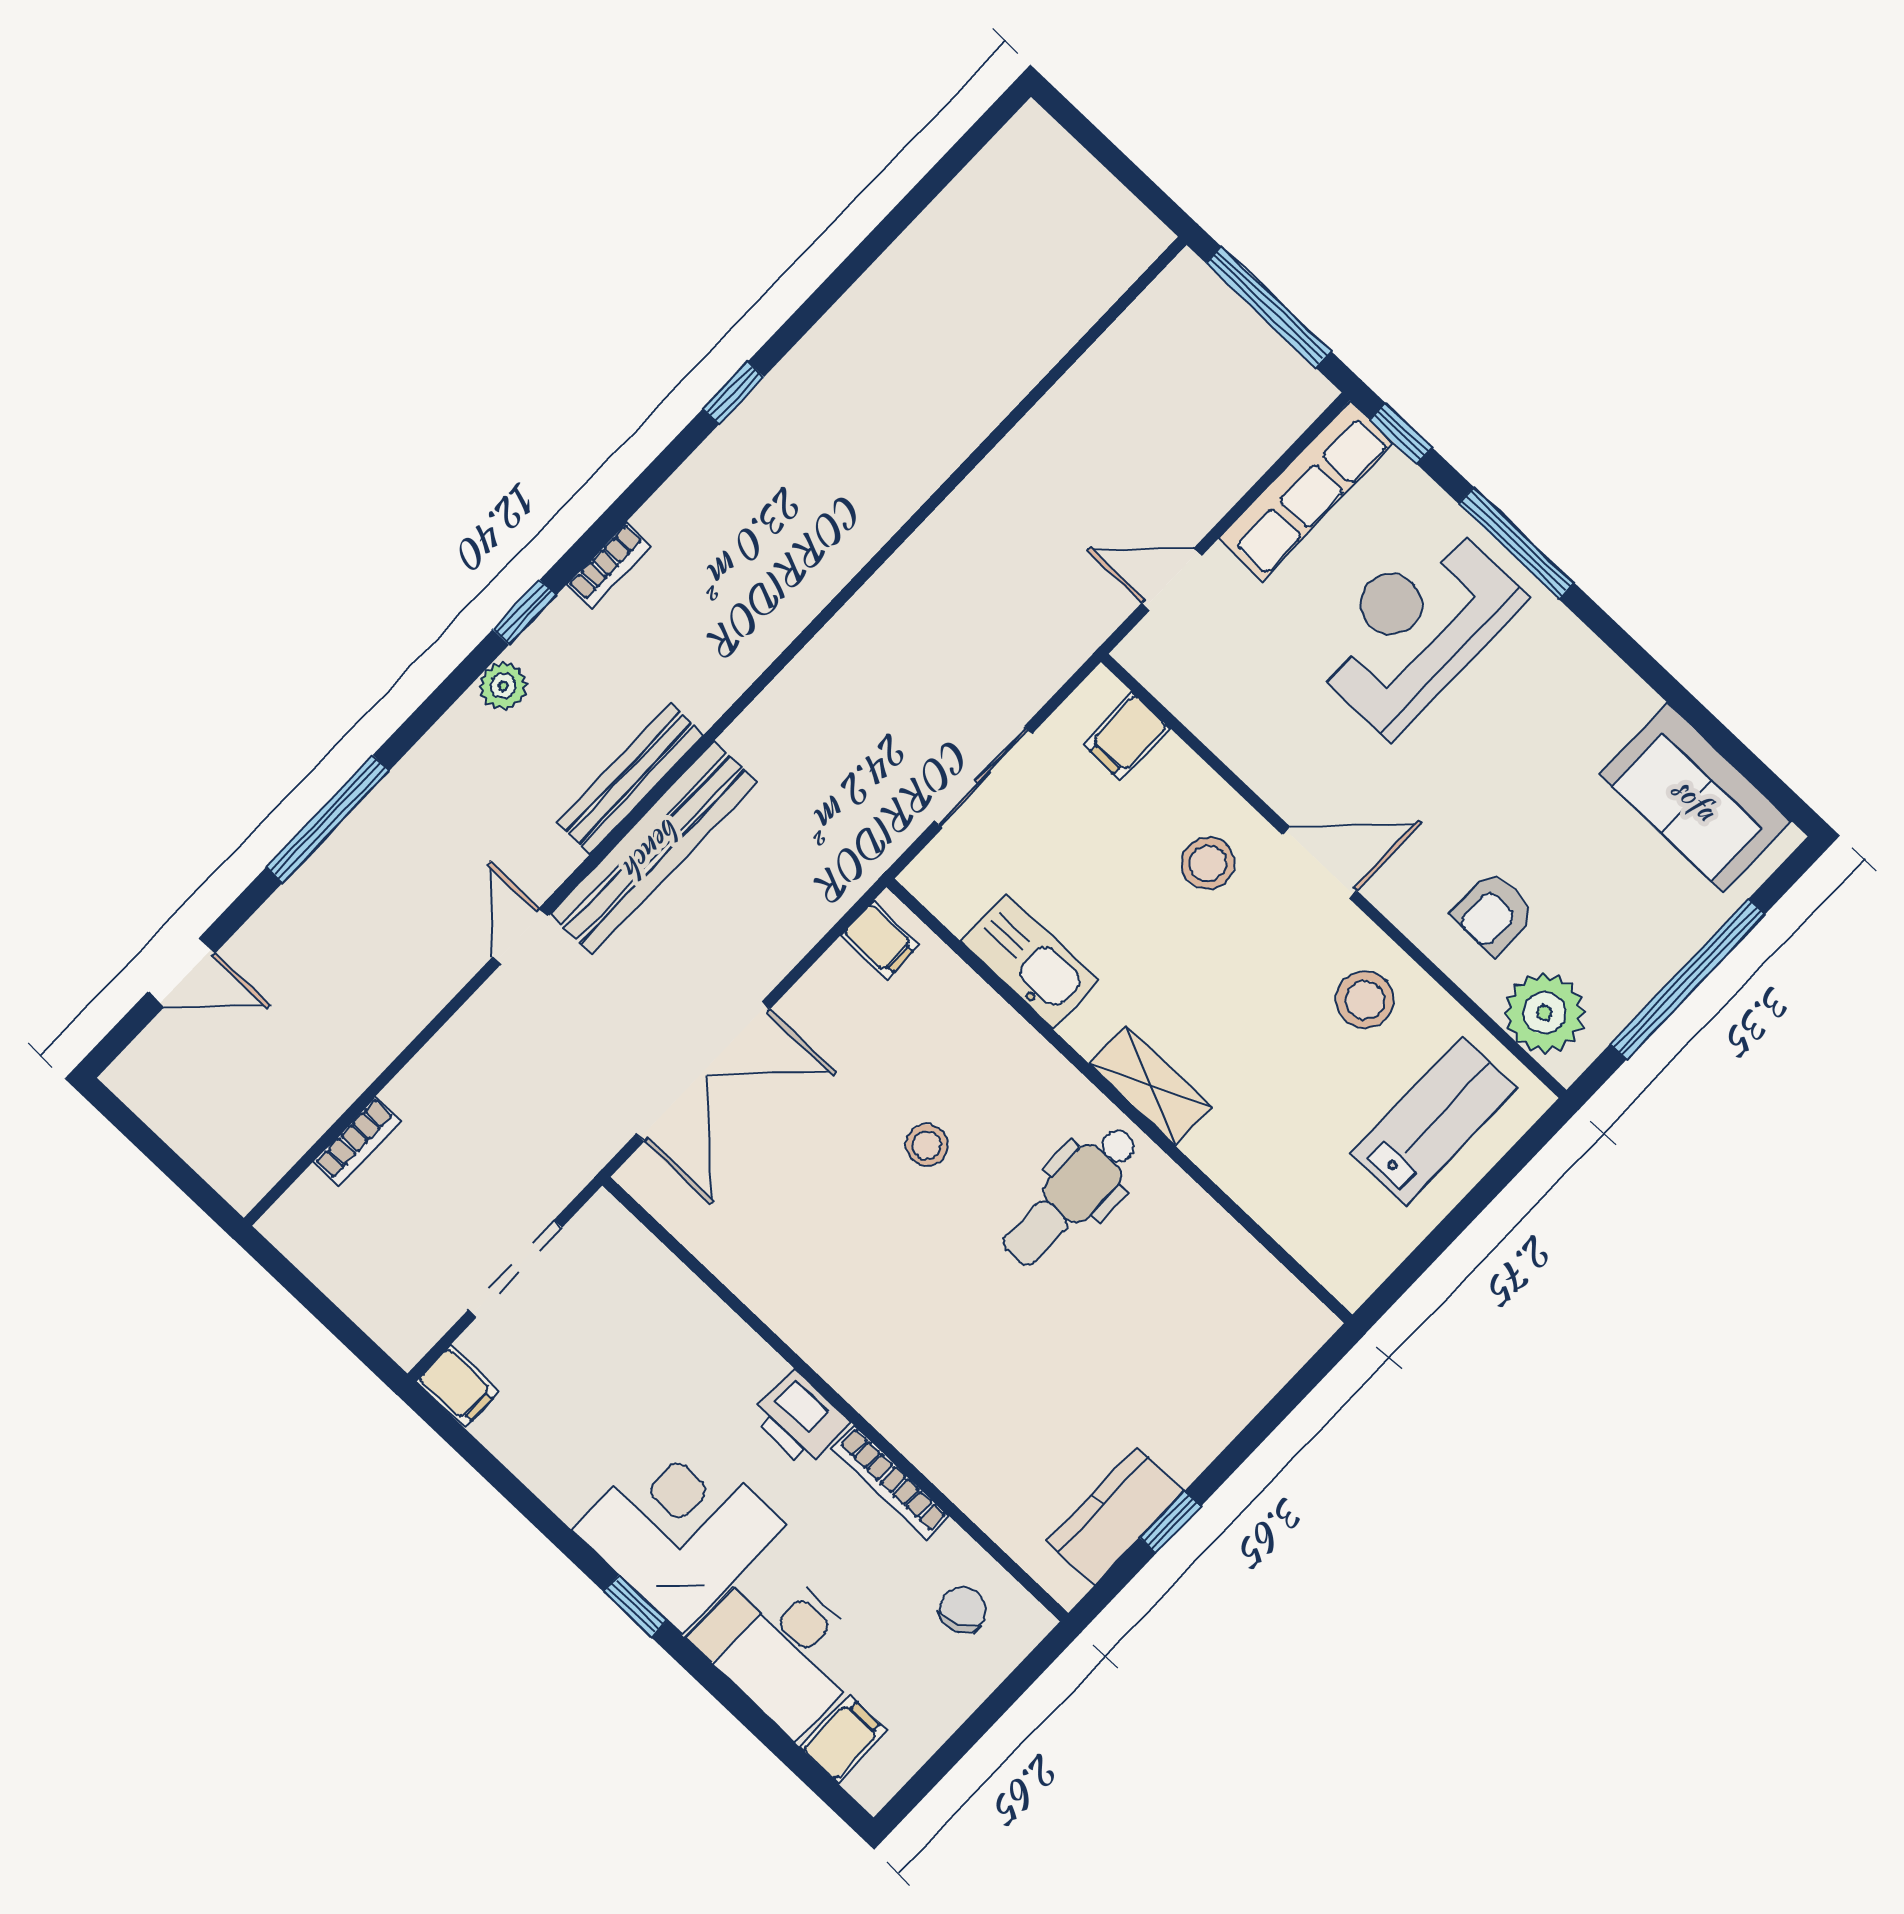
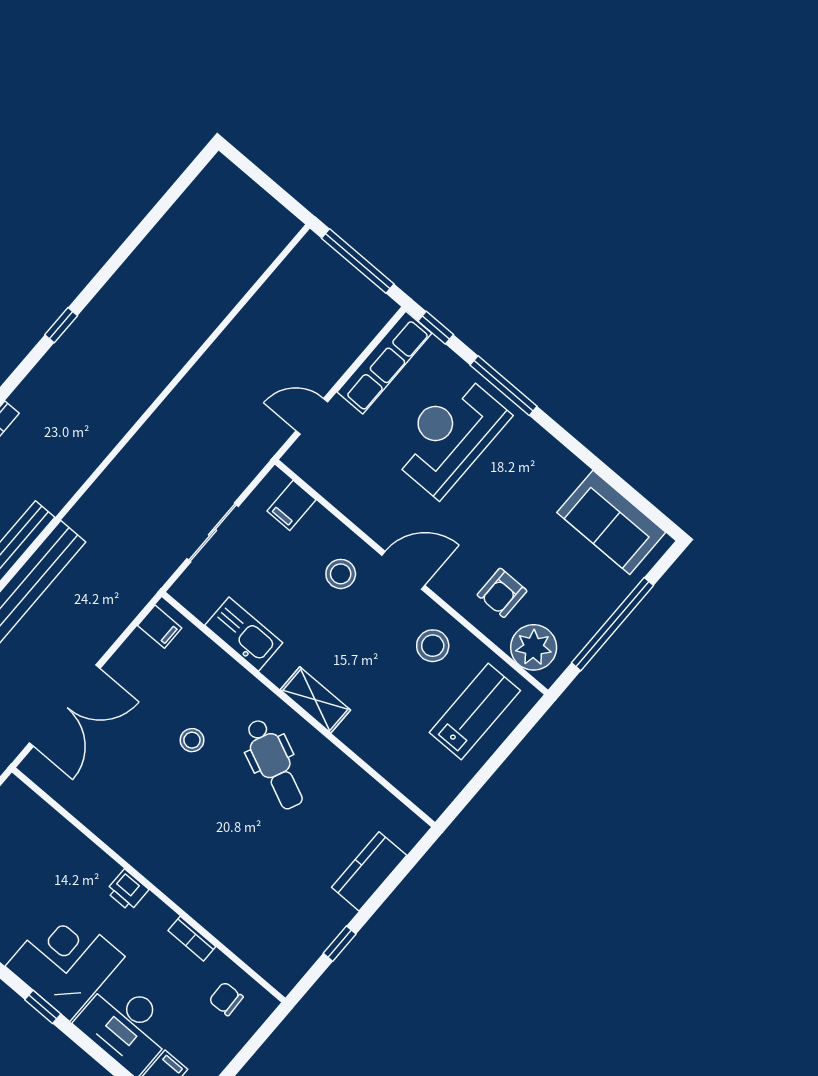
dental chair: (1071, 1196) -> (274, 764), turned -66
printer: (800, 1418) -> (127, 890), width x0.73, depth x0.81
bookcase: (890, 1483) -> (192, 939), width x0.64
kitchen counter: (1116, 1516) -> (369, 871), moved
chair: (963, 1610) -> (226, 999), turned -66

